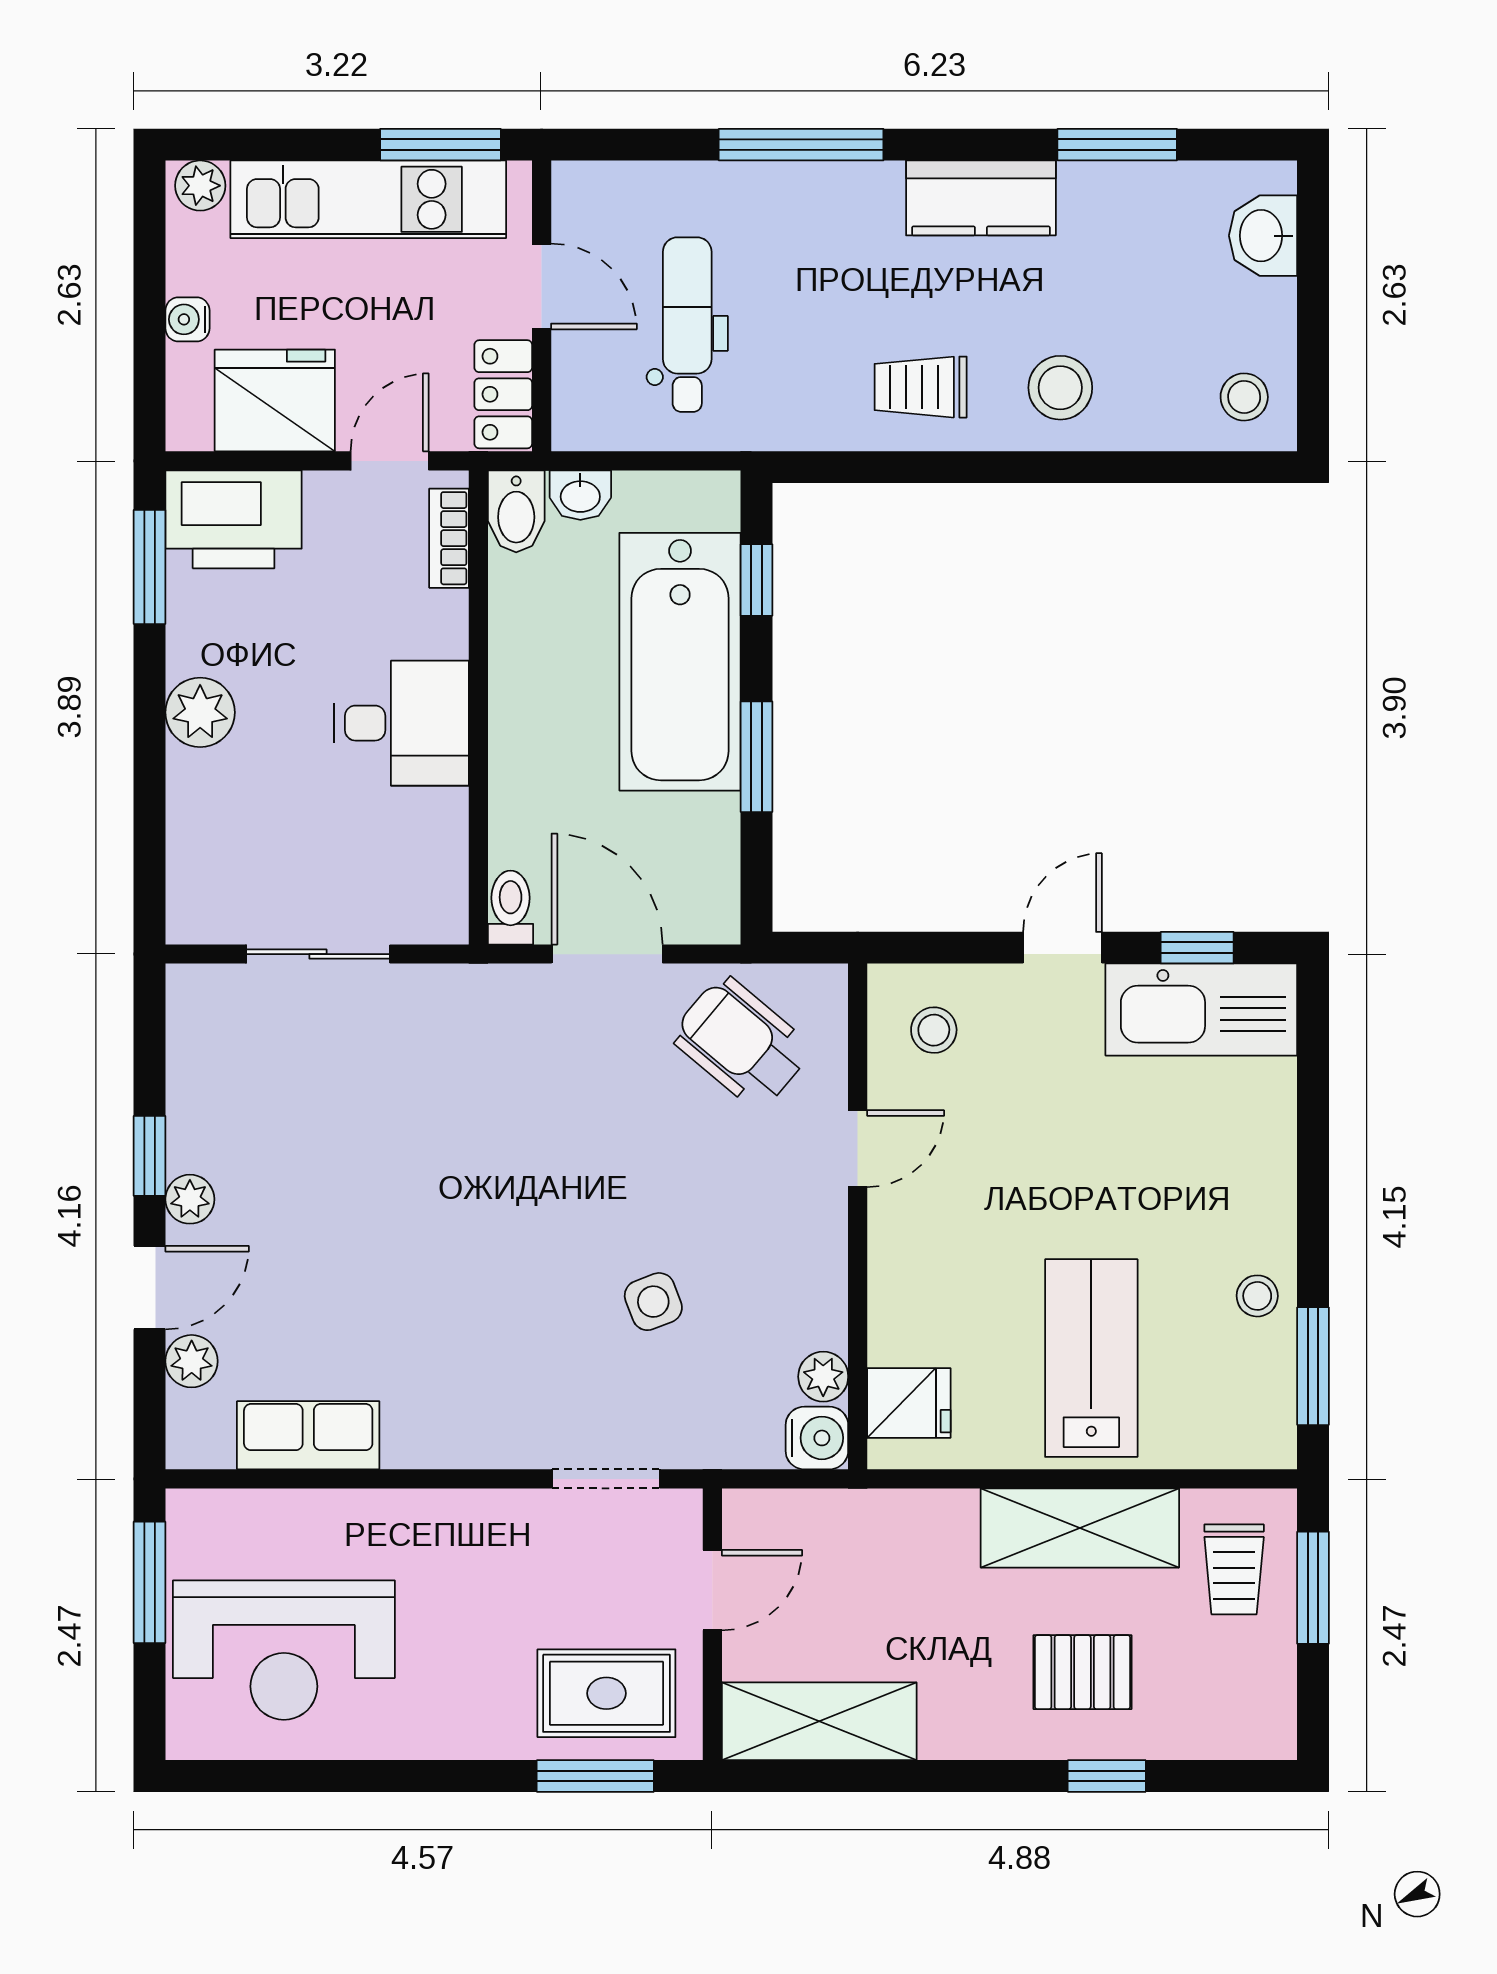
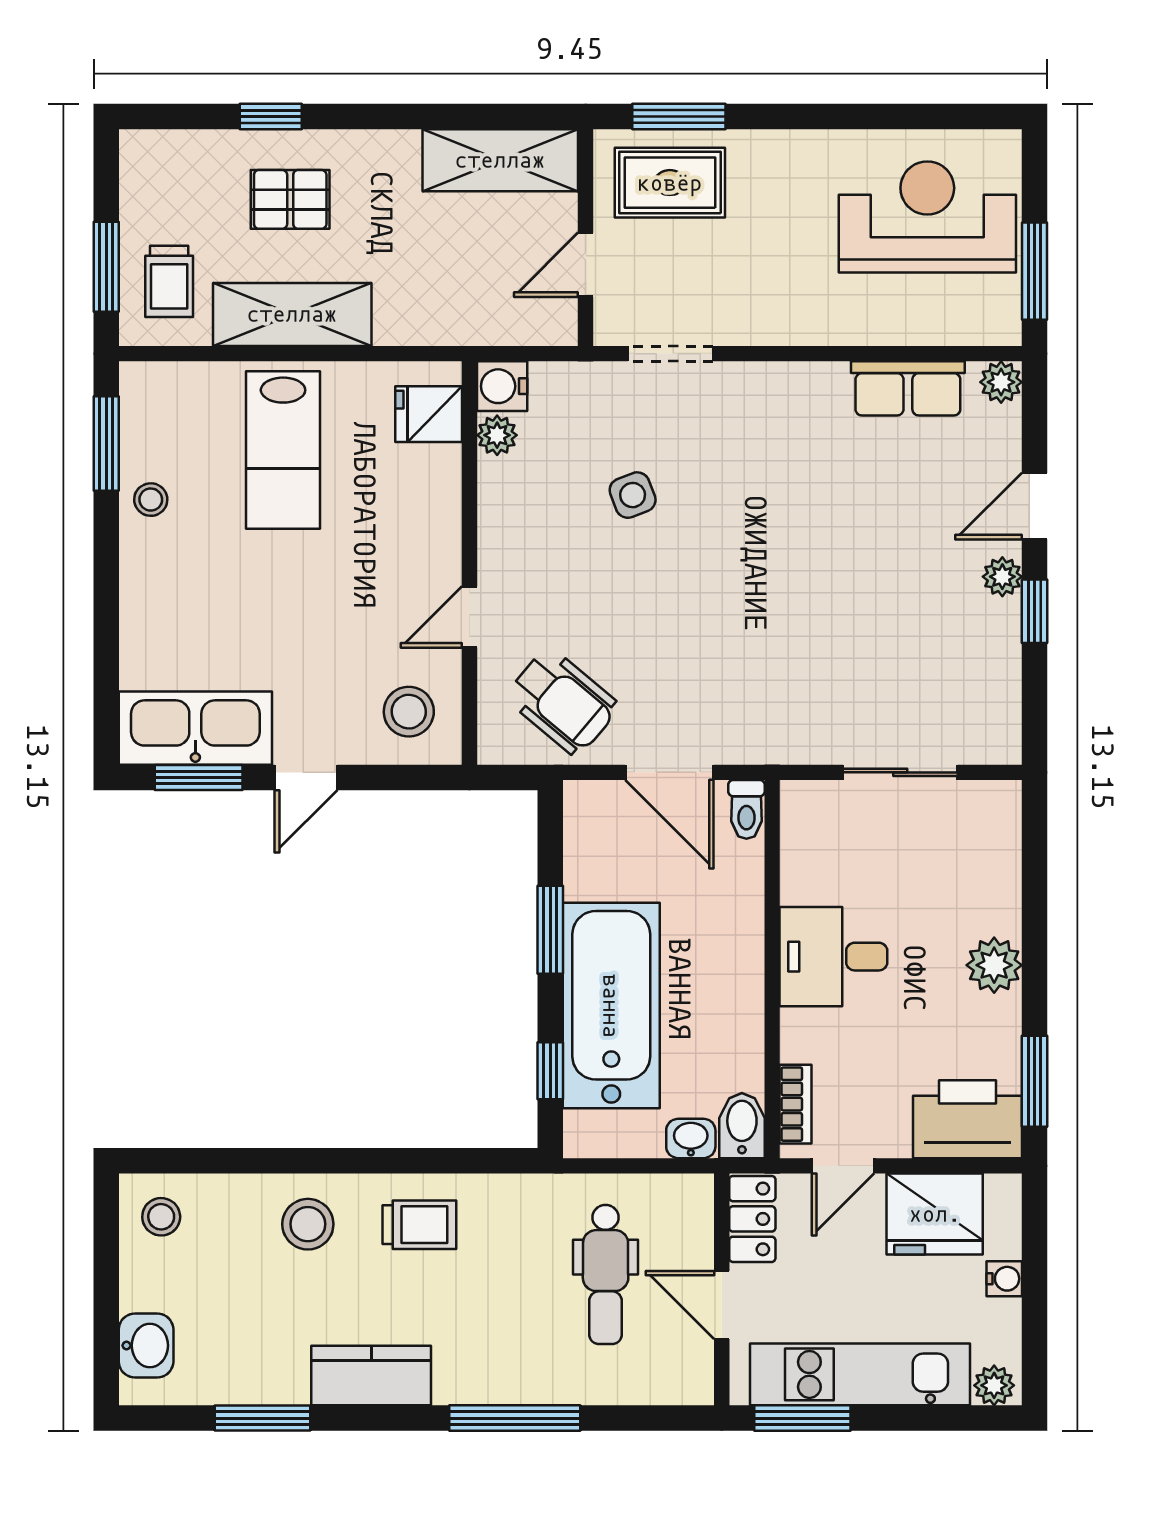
window: (1197, 948) -> (199, 777), width x1.50
stool: (934, 1030) -> (409, 712), width x1.37, depth x1.37
plant: (192, 1361) -> (1001, 382), moved
trolley: (1234, 1569) -> (169, 281), turned 180

